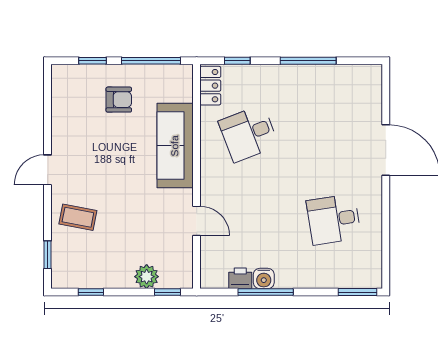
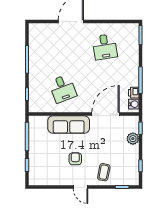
locker: (210, 86) -> (39, 107), removed
armchair: (119, 100) -> (75, 159), moved
door: (197, 221) -> (106, 114), width x1.88
water cooler: (264, 278) -> (134, 104), moved

